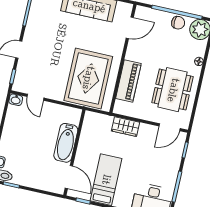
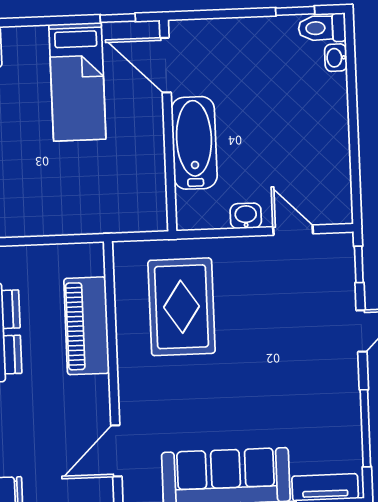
rug: (88, 78) -> (182, 307), width x0.73, depth x0.69
washbasin: (16, 100) -> (246, 216), moved
wardrobe: (126, 127) -> (65, 218), removed

